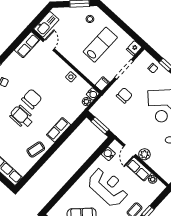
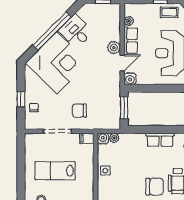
fridge: (134, 48) -> (32, 139), removed
chair: (32, 99) -> (155, 187), turned 180
water cooler: (108, 154) -> (130, 79), moved

